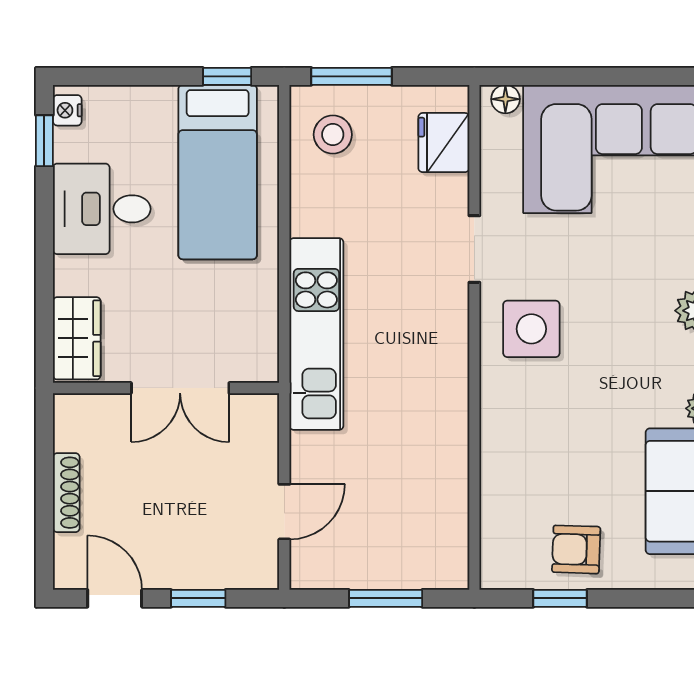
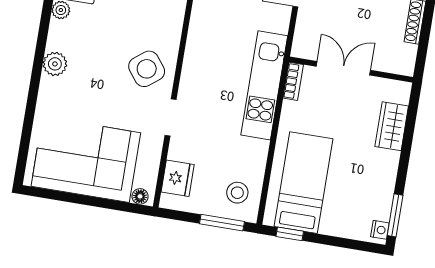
window: (44, 141) -> (395, 215), width x1.50
desk: (102, 209) -> (370, 173), removed
side table: (531, 329) -> (147, 69), turned -38
wardrobe: (77, 338) -> (392, 126), moved
bookcase: (266, 350) -> (293, 81), added

